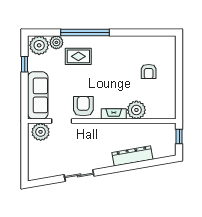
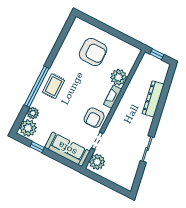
rug: (78, 56) -> (53, 86), moved
armchair: (149, 71) -> (93, 52), width x1.88, depth x1.88
armchair: (83, 106) -> (94, 118), turned -90

